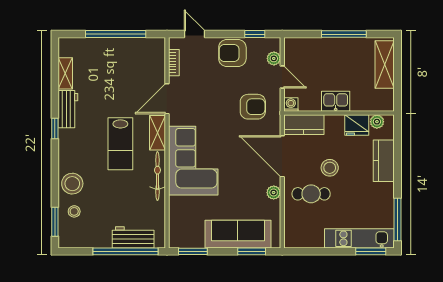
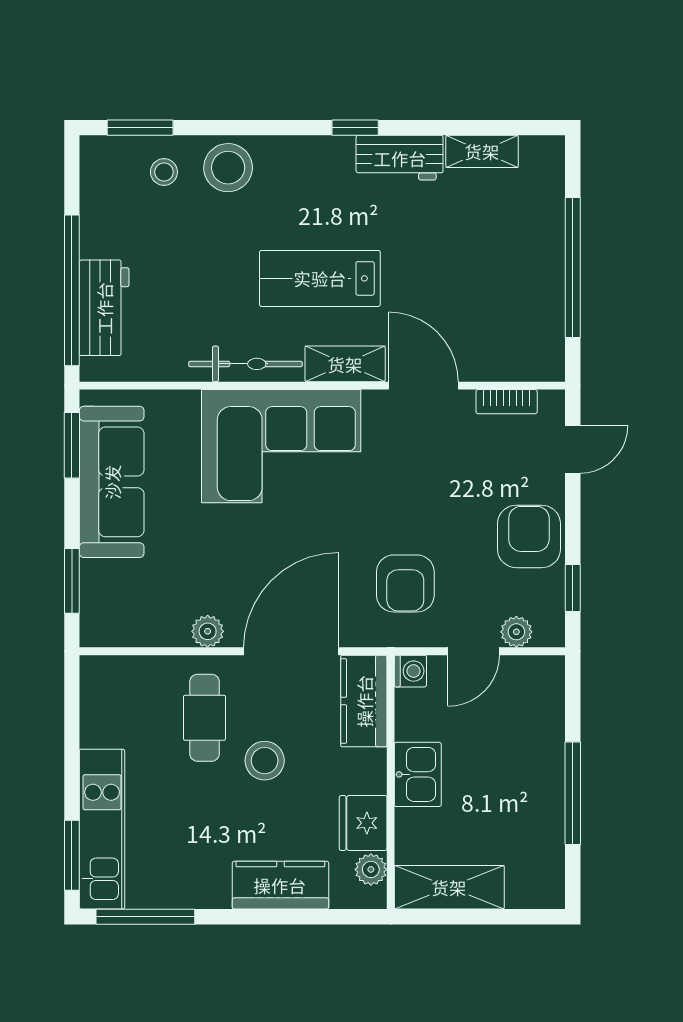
shelving: (385, 65) -> (449, 887), moved
sofa: (238, 234) -> (112, 482), moved

